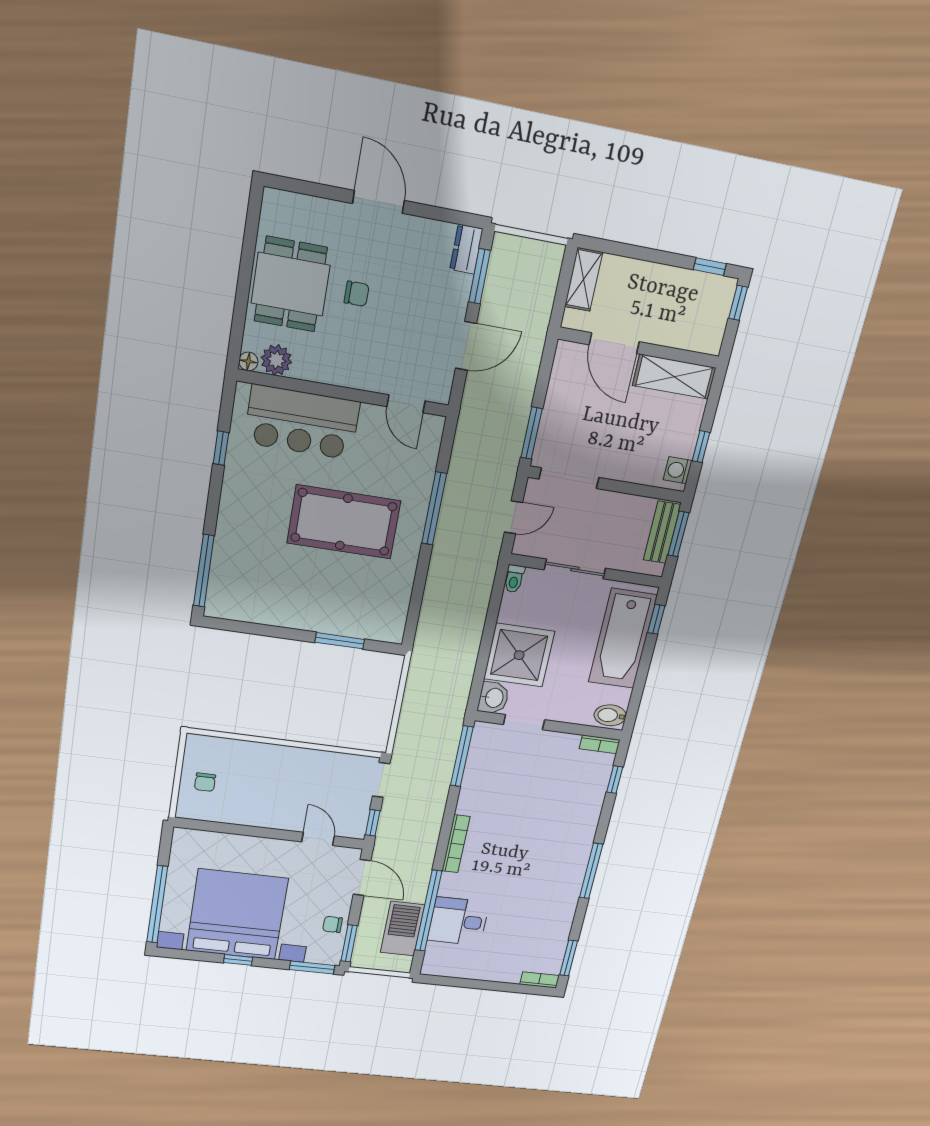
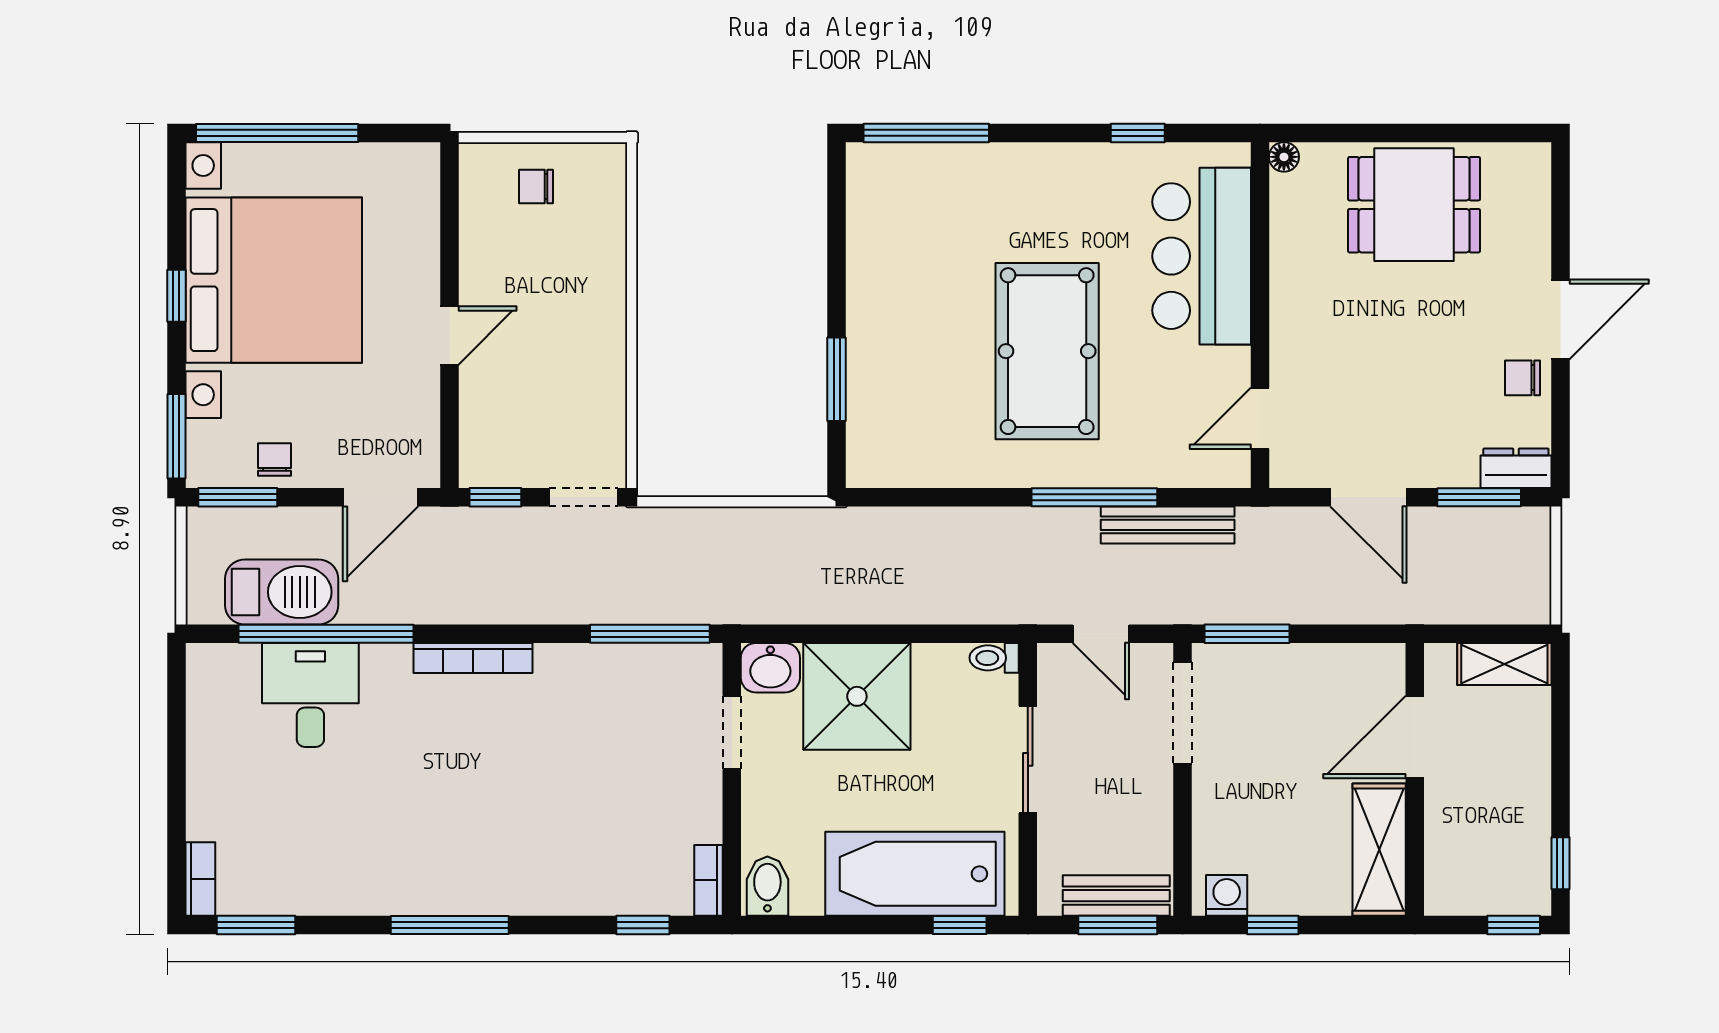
chair: (357, 294) -> (1522, 378), moved, turned 90
plant: (276, 360) -> (1294, 200), removed
bench: (459, 469) -> (1168, 525), added
door: (318, 839) -> (450, 335), moved

